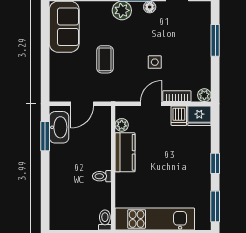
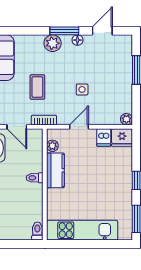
bookcase: (177, 96) -> (44, 120), moved
door: (82, 104) -> (17, 127), hinge flipped
toilet: (102, 176) -> (35, 178), moved

